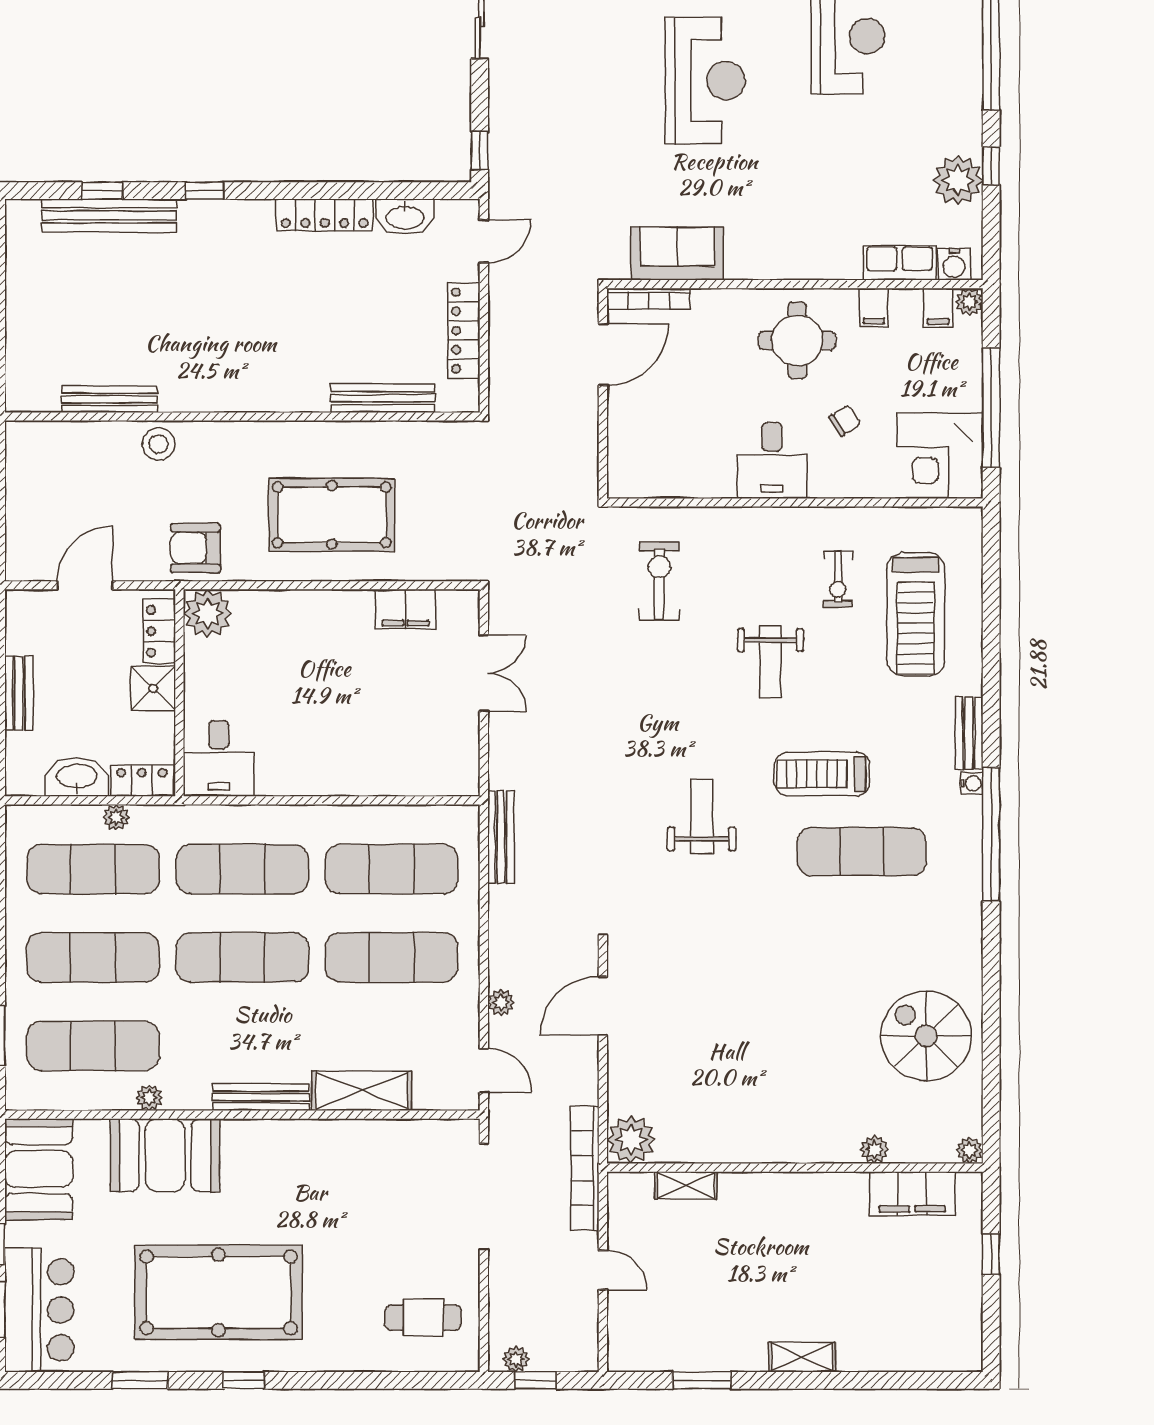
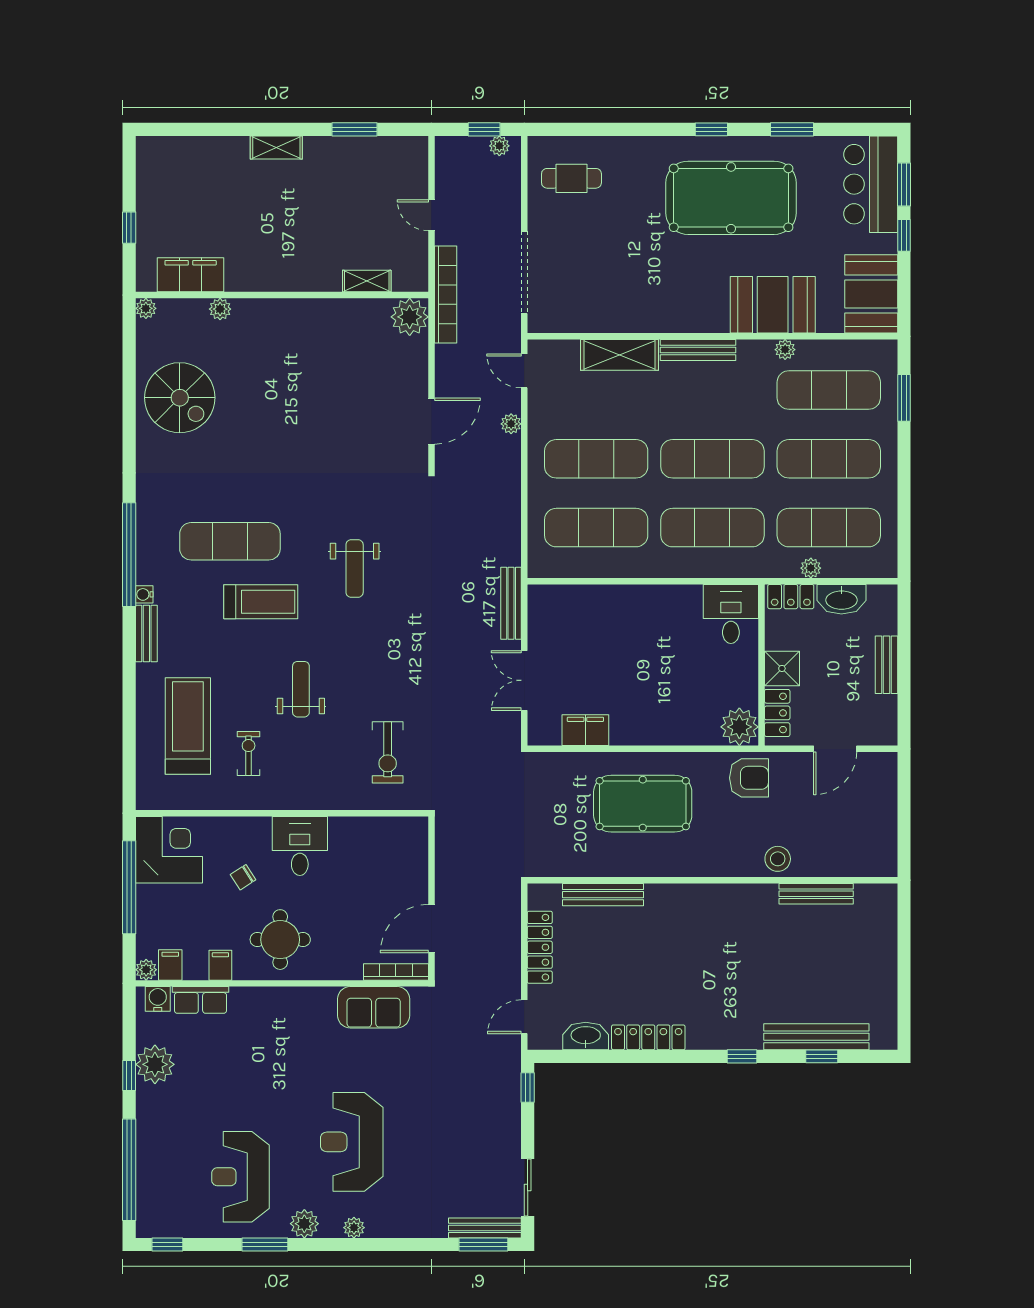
bench: (501, 837) -> (511, 603), moved

